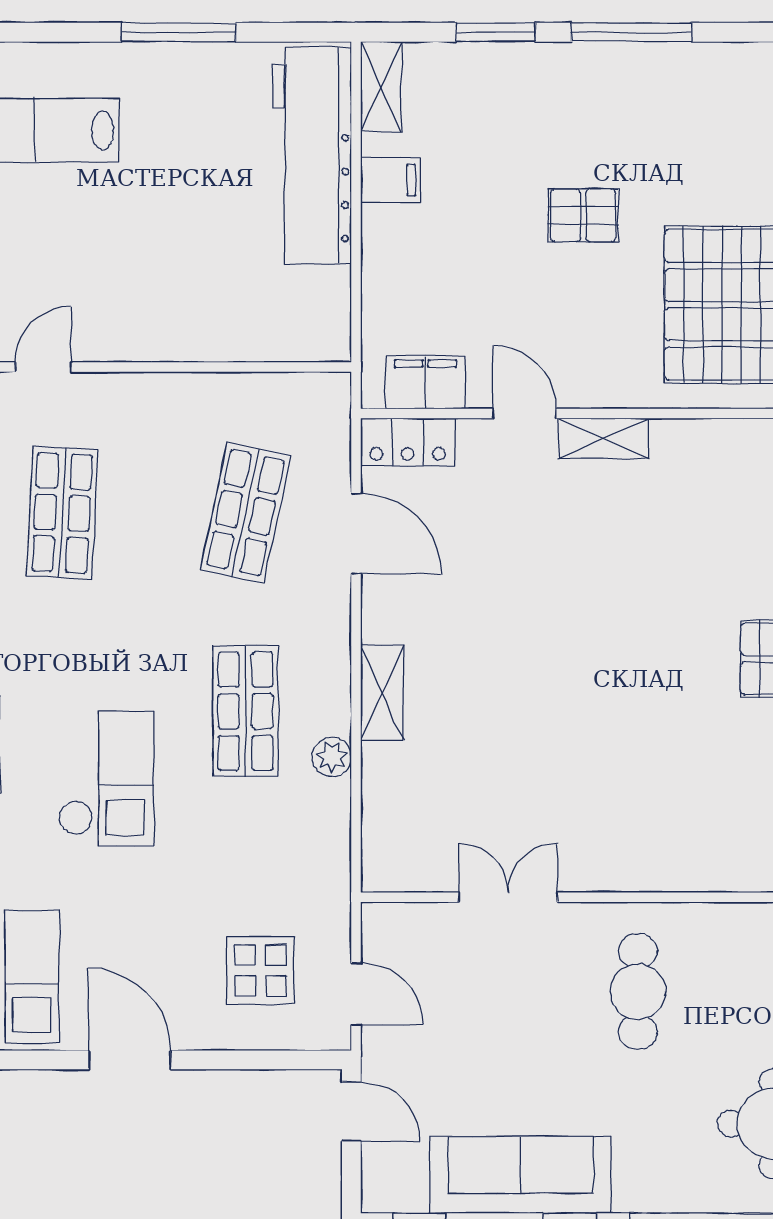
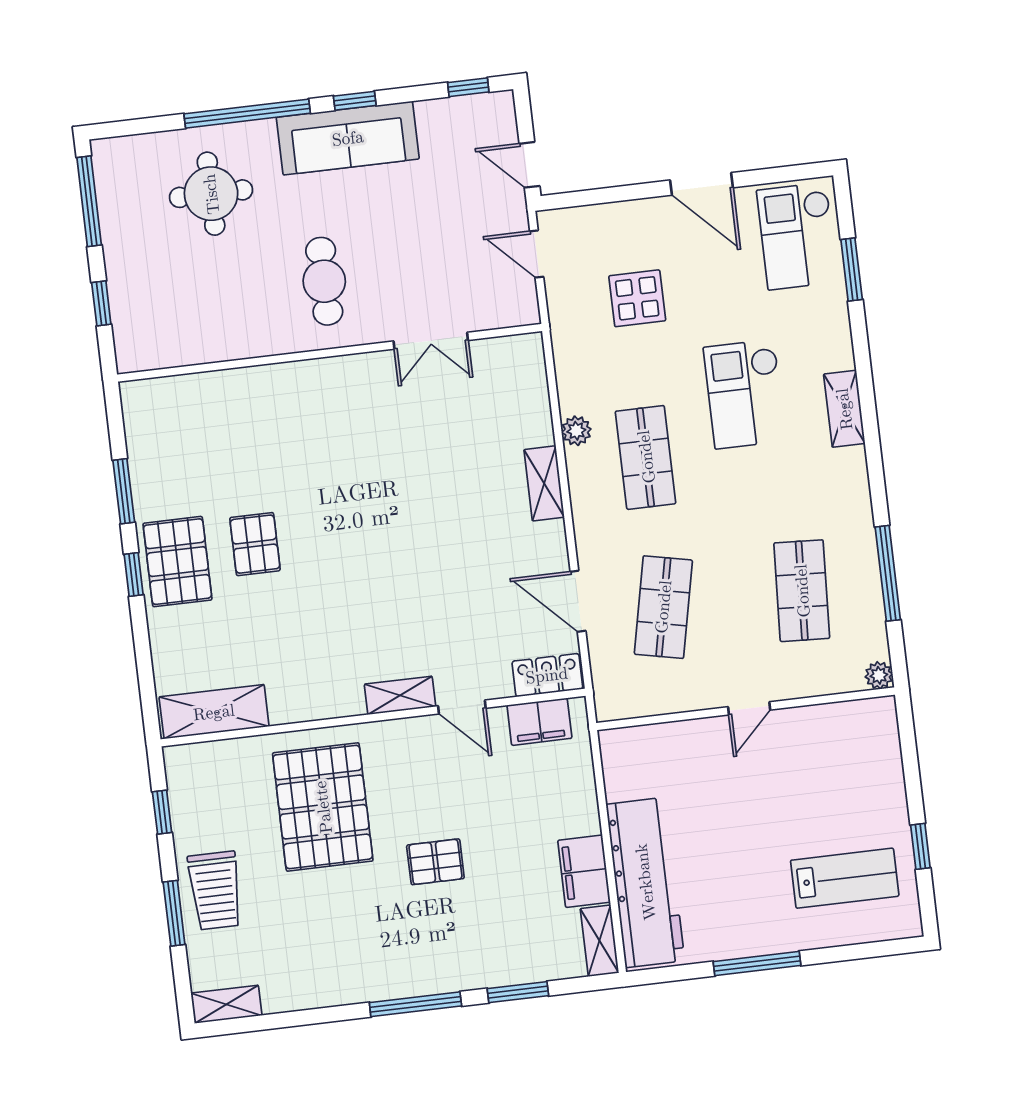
filing cabinet: (390, 180) -> (584, 871), width x2.00
door: (43, 367) -> (749, 708), moved
display table: (261, 970) -> (637, 298), moved
sofa: (520, 1175) -> (348, 138), moved

